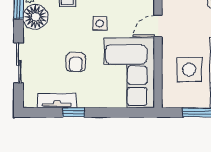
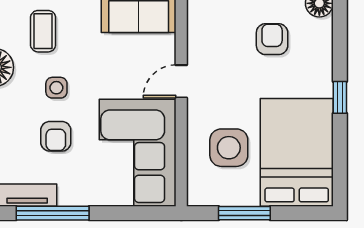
side table: (100, 23) -> (56, 88), moved
window: (74, 112) -> (53, 213), width x2.17

